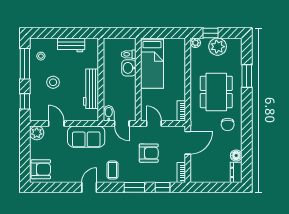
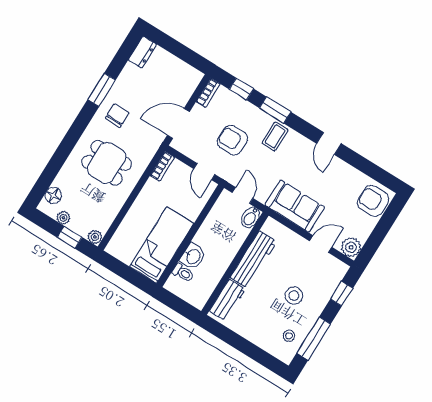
workbench: (71, 45) -> (228, 300), moved, turned 90
plant: (218, 47) -> (63, 218), width x0.53, depth x0.53
window: (247, 76) -> (102, 90), moved
dining table: (216, 92) -> (107, 163), width x0.73
door: (56, 123) -> (321, 244), swing flipped
floor lamp: (236, 156) -> (53, 195), moved
coffee table: (113, 170) -> (275, 136), moved
door: (89, 187) -> (329, 143), hinge flipped

